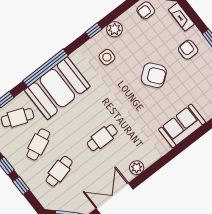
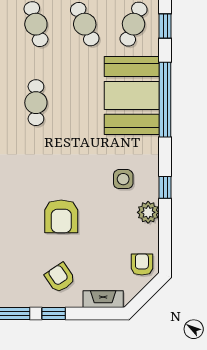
armchair: (188, 50) -> (60, 278), turned -124
armchair: (154, 75) -> (61, 216), turned -52

